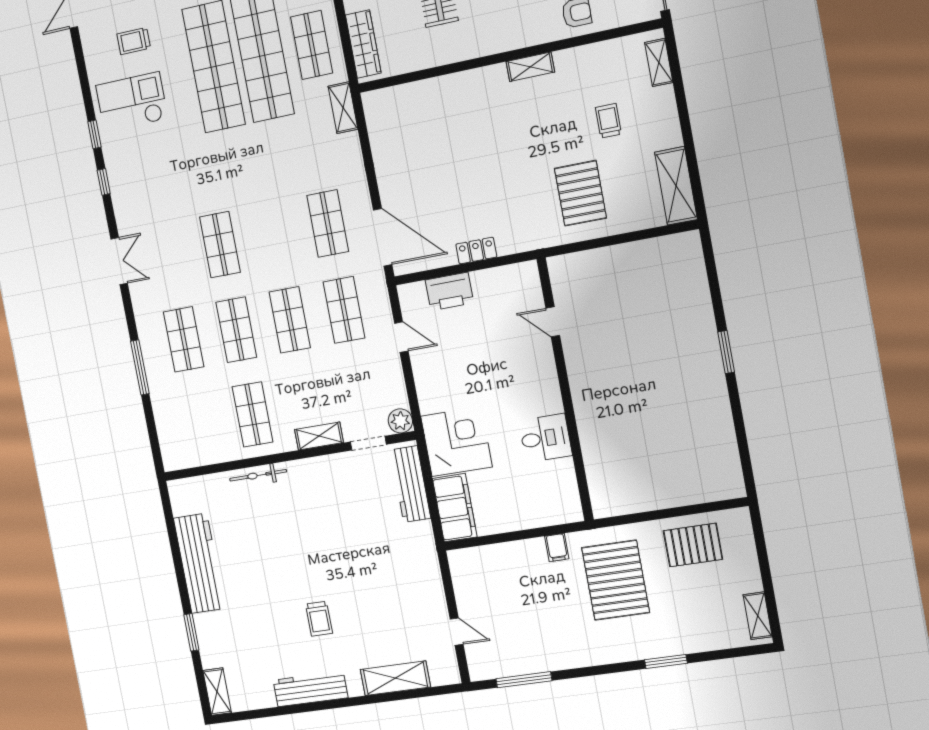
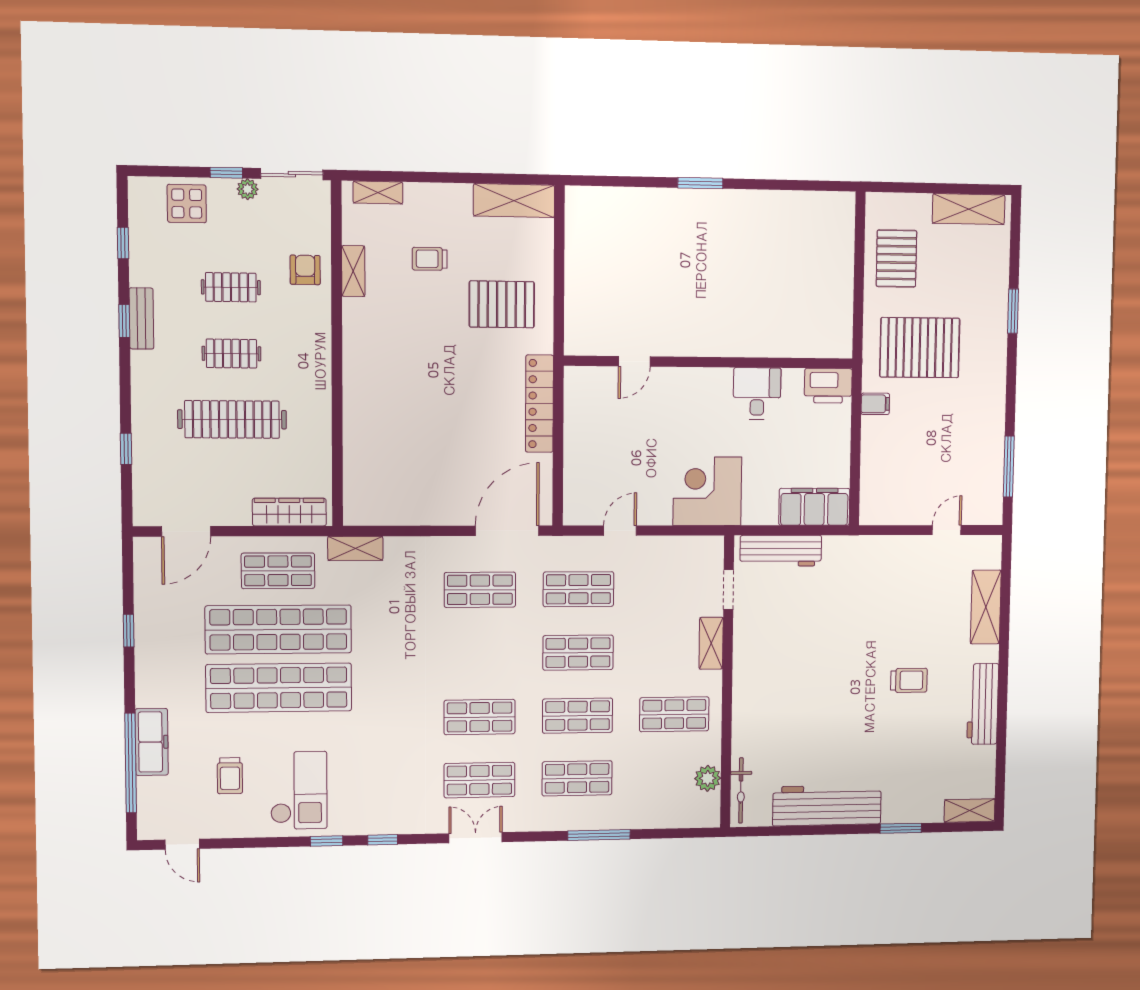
shelving: (530, 67) -> (353, 271), moved
checkout: (132, 102) -> (299, 790), turned 180
locker: (476, 251) -> (539, 404), width x2.16, depth x1.21
shop shelf: (167, 255) -> (479, 780), added
printer: (449, 291) -> (828, 386), moved, turned 90
plant: (400, 421) -> (708, 778), moved
corner desk: (456, 441) -> (707, 491), moved
bicycle: (258, 475) -> (741, 790), moved
shelving: (758, 616) -> (969, 209), width x1.50, depth x1.33

